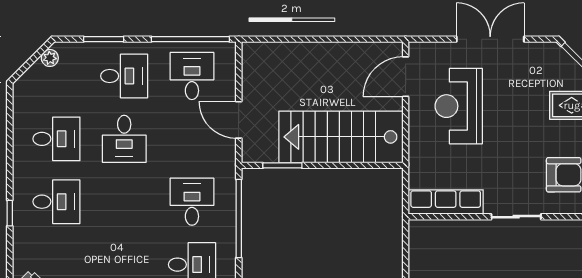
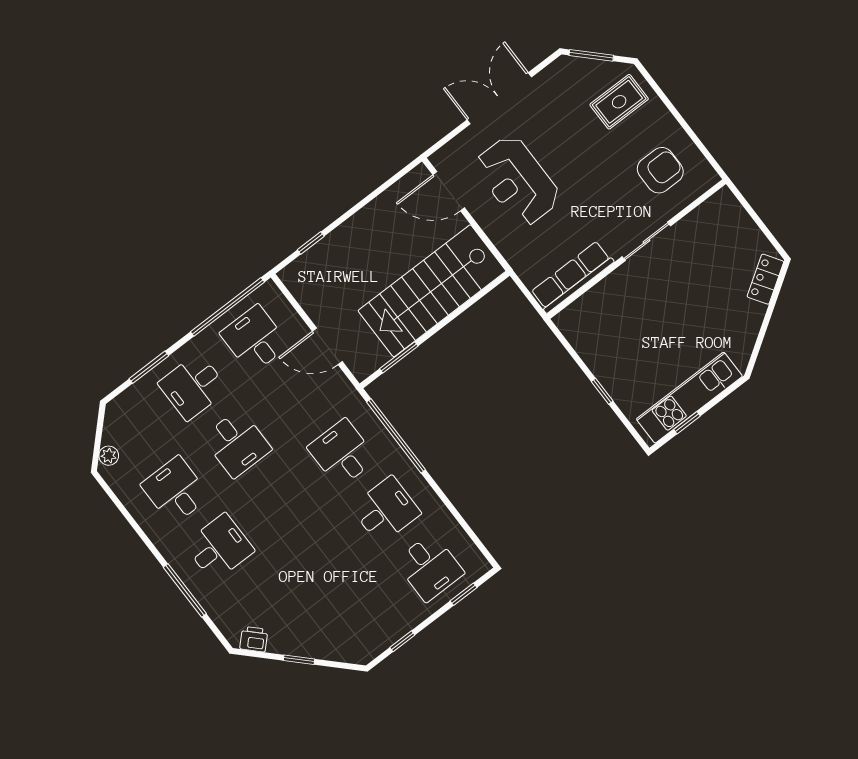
window: (282, 39) -> (311, 243), added
plant: (50, 58) -> (109, 456), moved
desk: (124, 76) -> (193, 386), turned 180
door: (406, 77) -> (449, 191), hinge flipped
desk: (56, 139) -> (175, 490), turned -90
window: (10, 213) -> (185, 590), width x2.17

